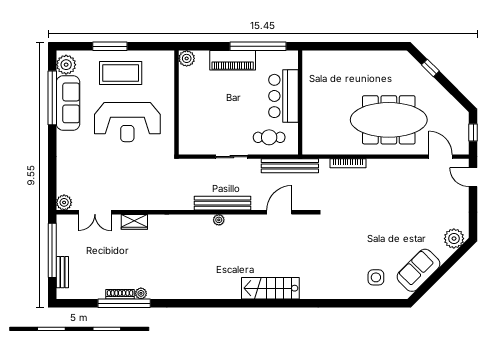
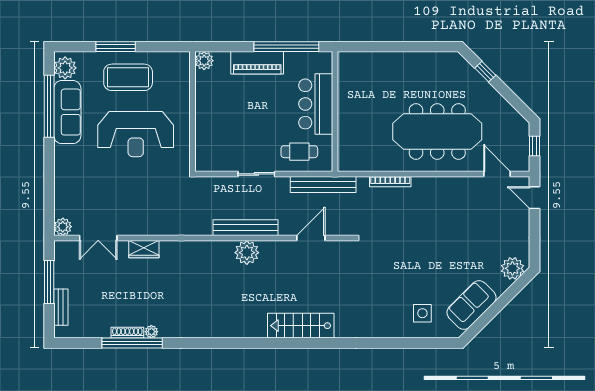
plant: (219, 220) -> (247, 253), width x1.87, depth x1.87
window: (52, 250) -> (49, 282), width x0.68

